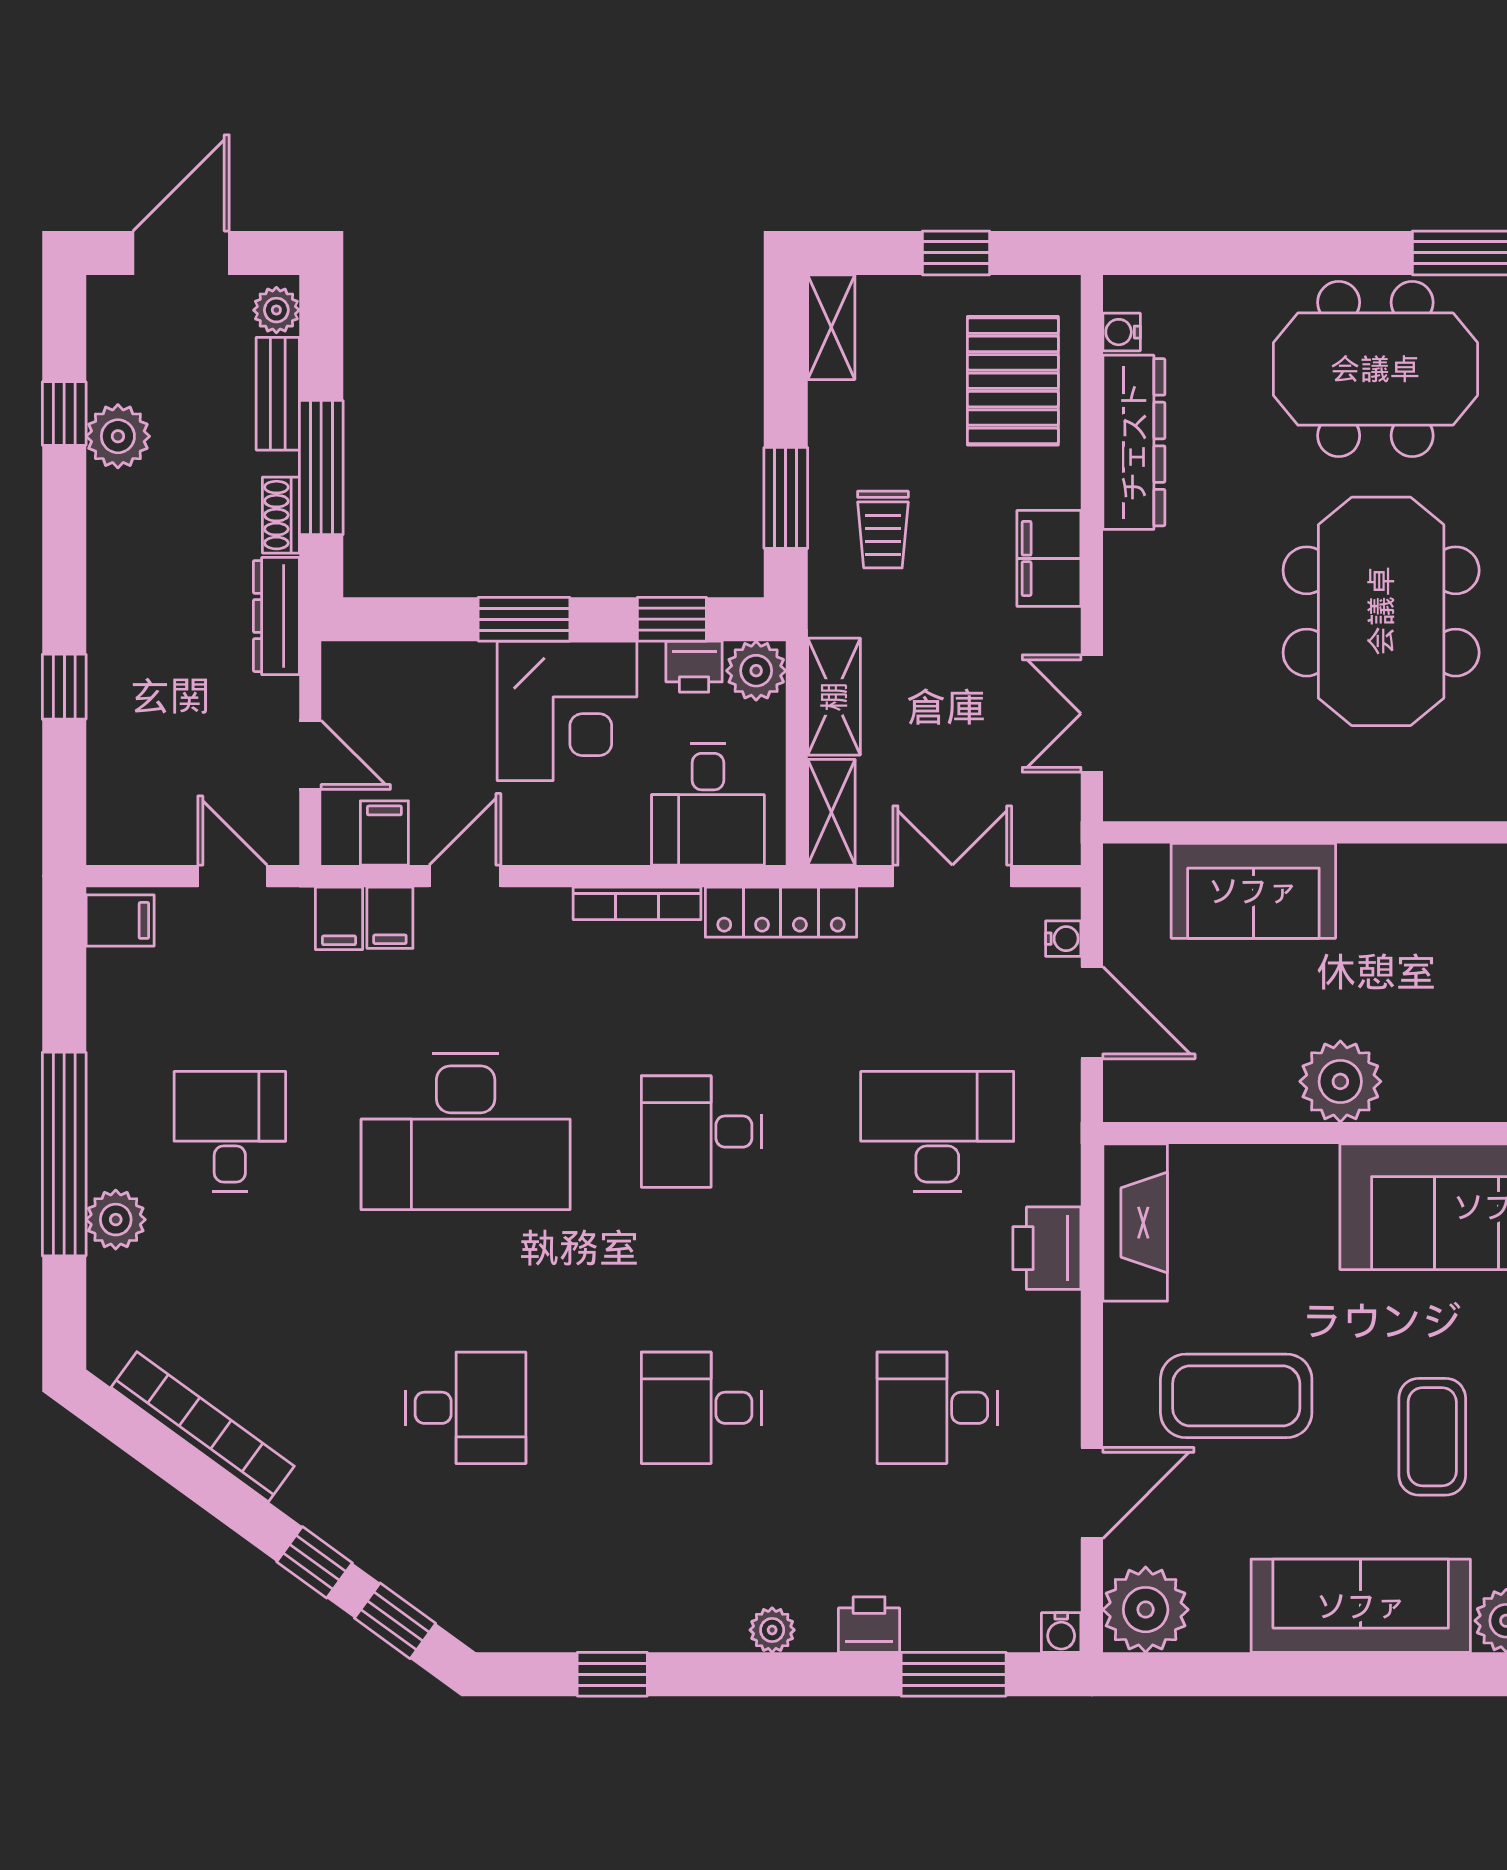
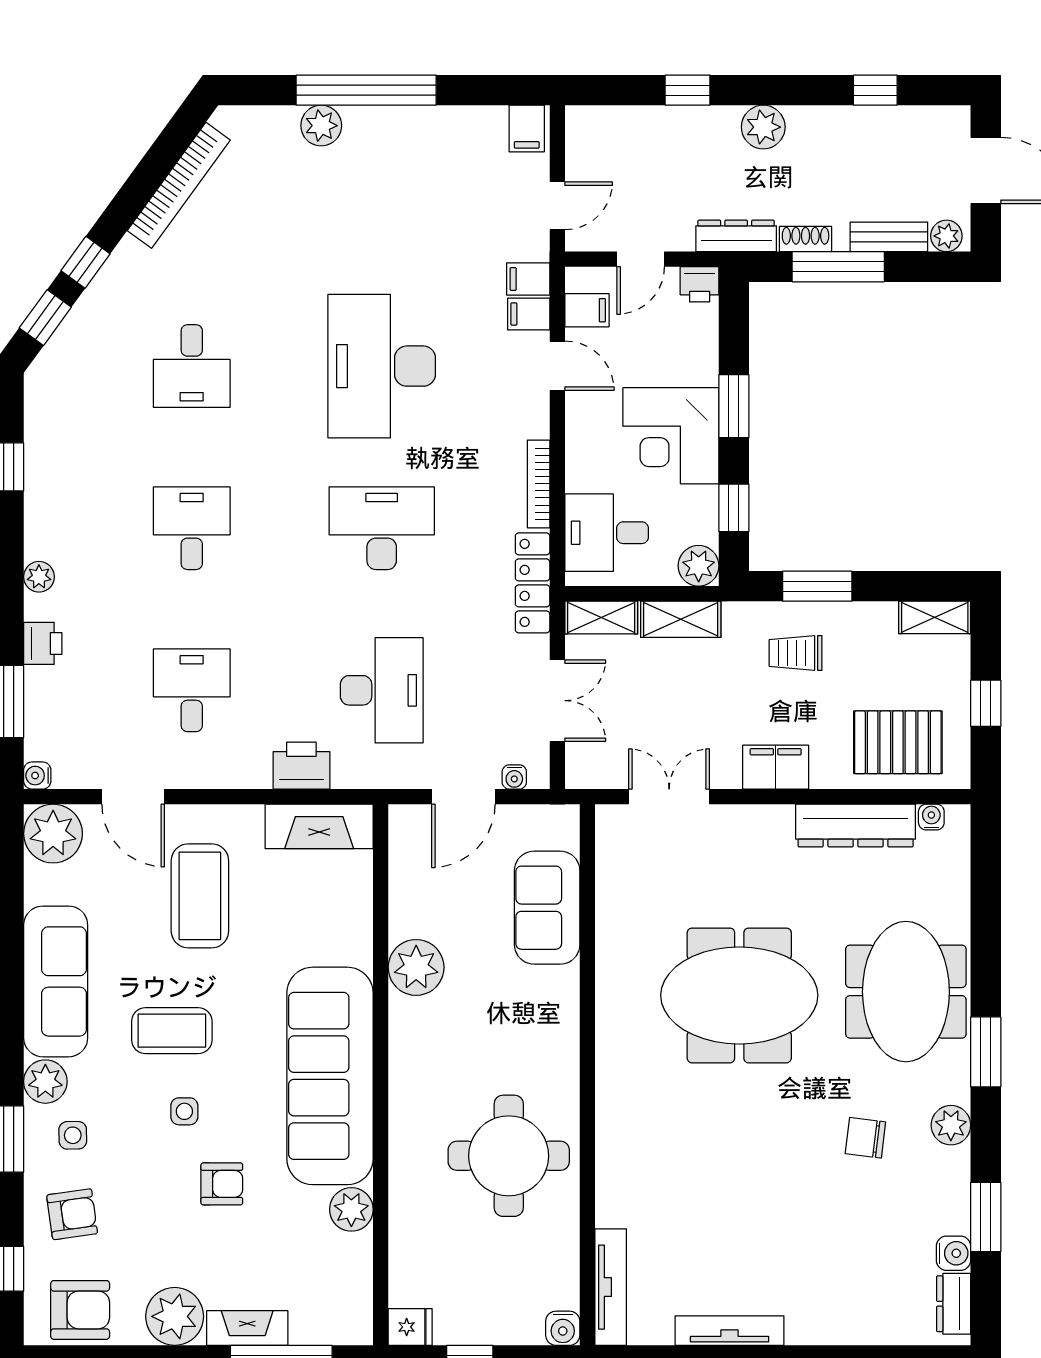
plant: (118, 436) -> (763, 127), moved
printer: (694, 667) -> (700, 284), moved, turned -90
desk: (230, 1132) -> (382, 204), removed
desk: (701, 1132) -> (382, 528), width x1.37

